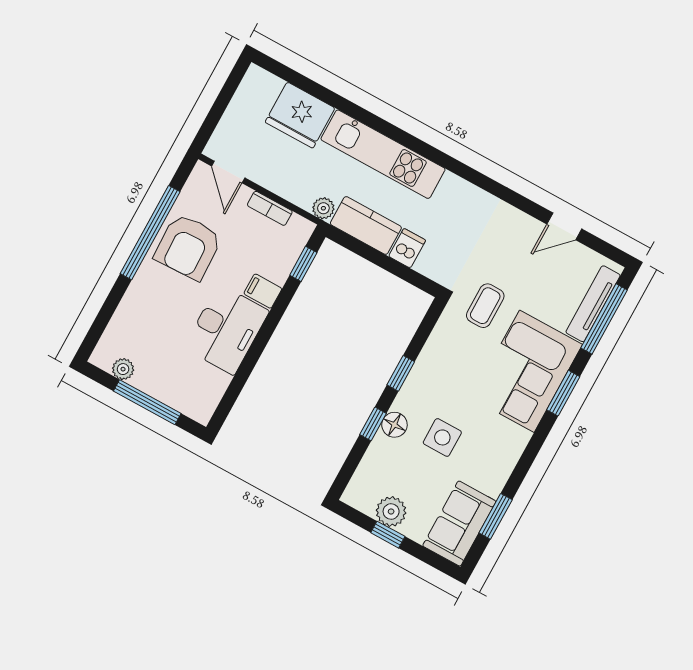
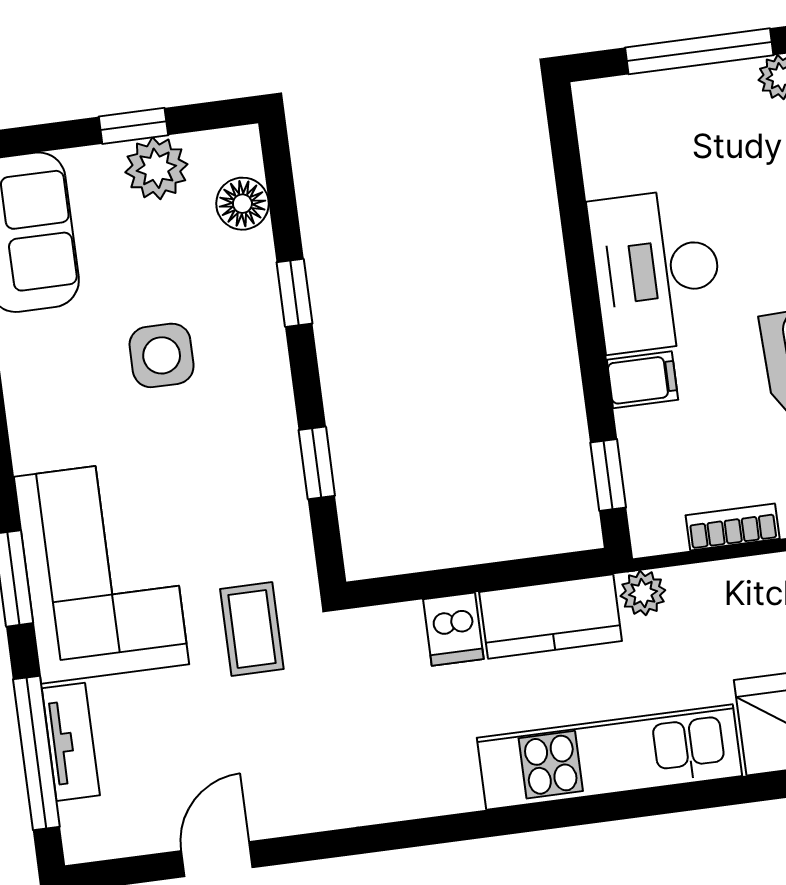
tv unit: (593, 304) -> (71, 742), width x0.71
window: (401, 373) -> (317, 463), moved
floor lamp: (394, 425) -> (242, 204), moved

